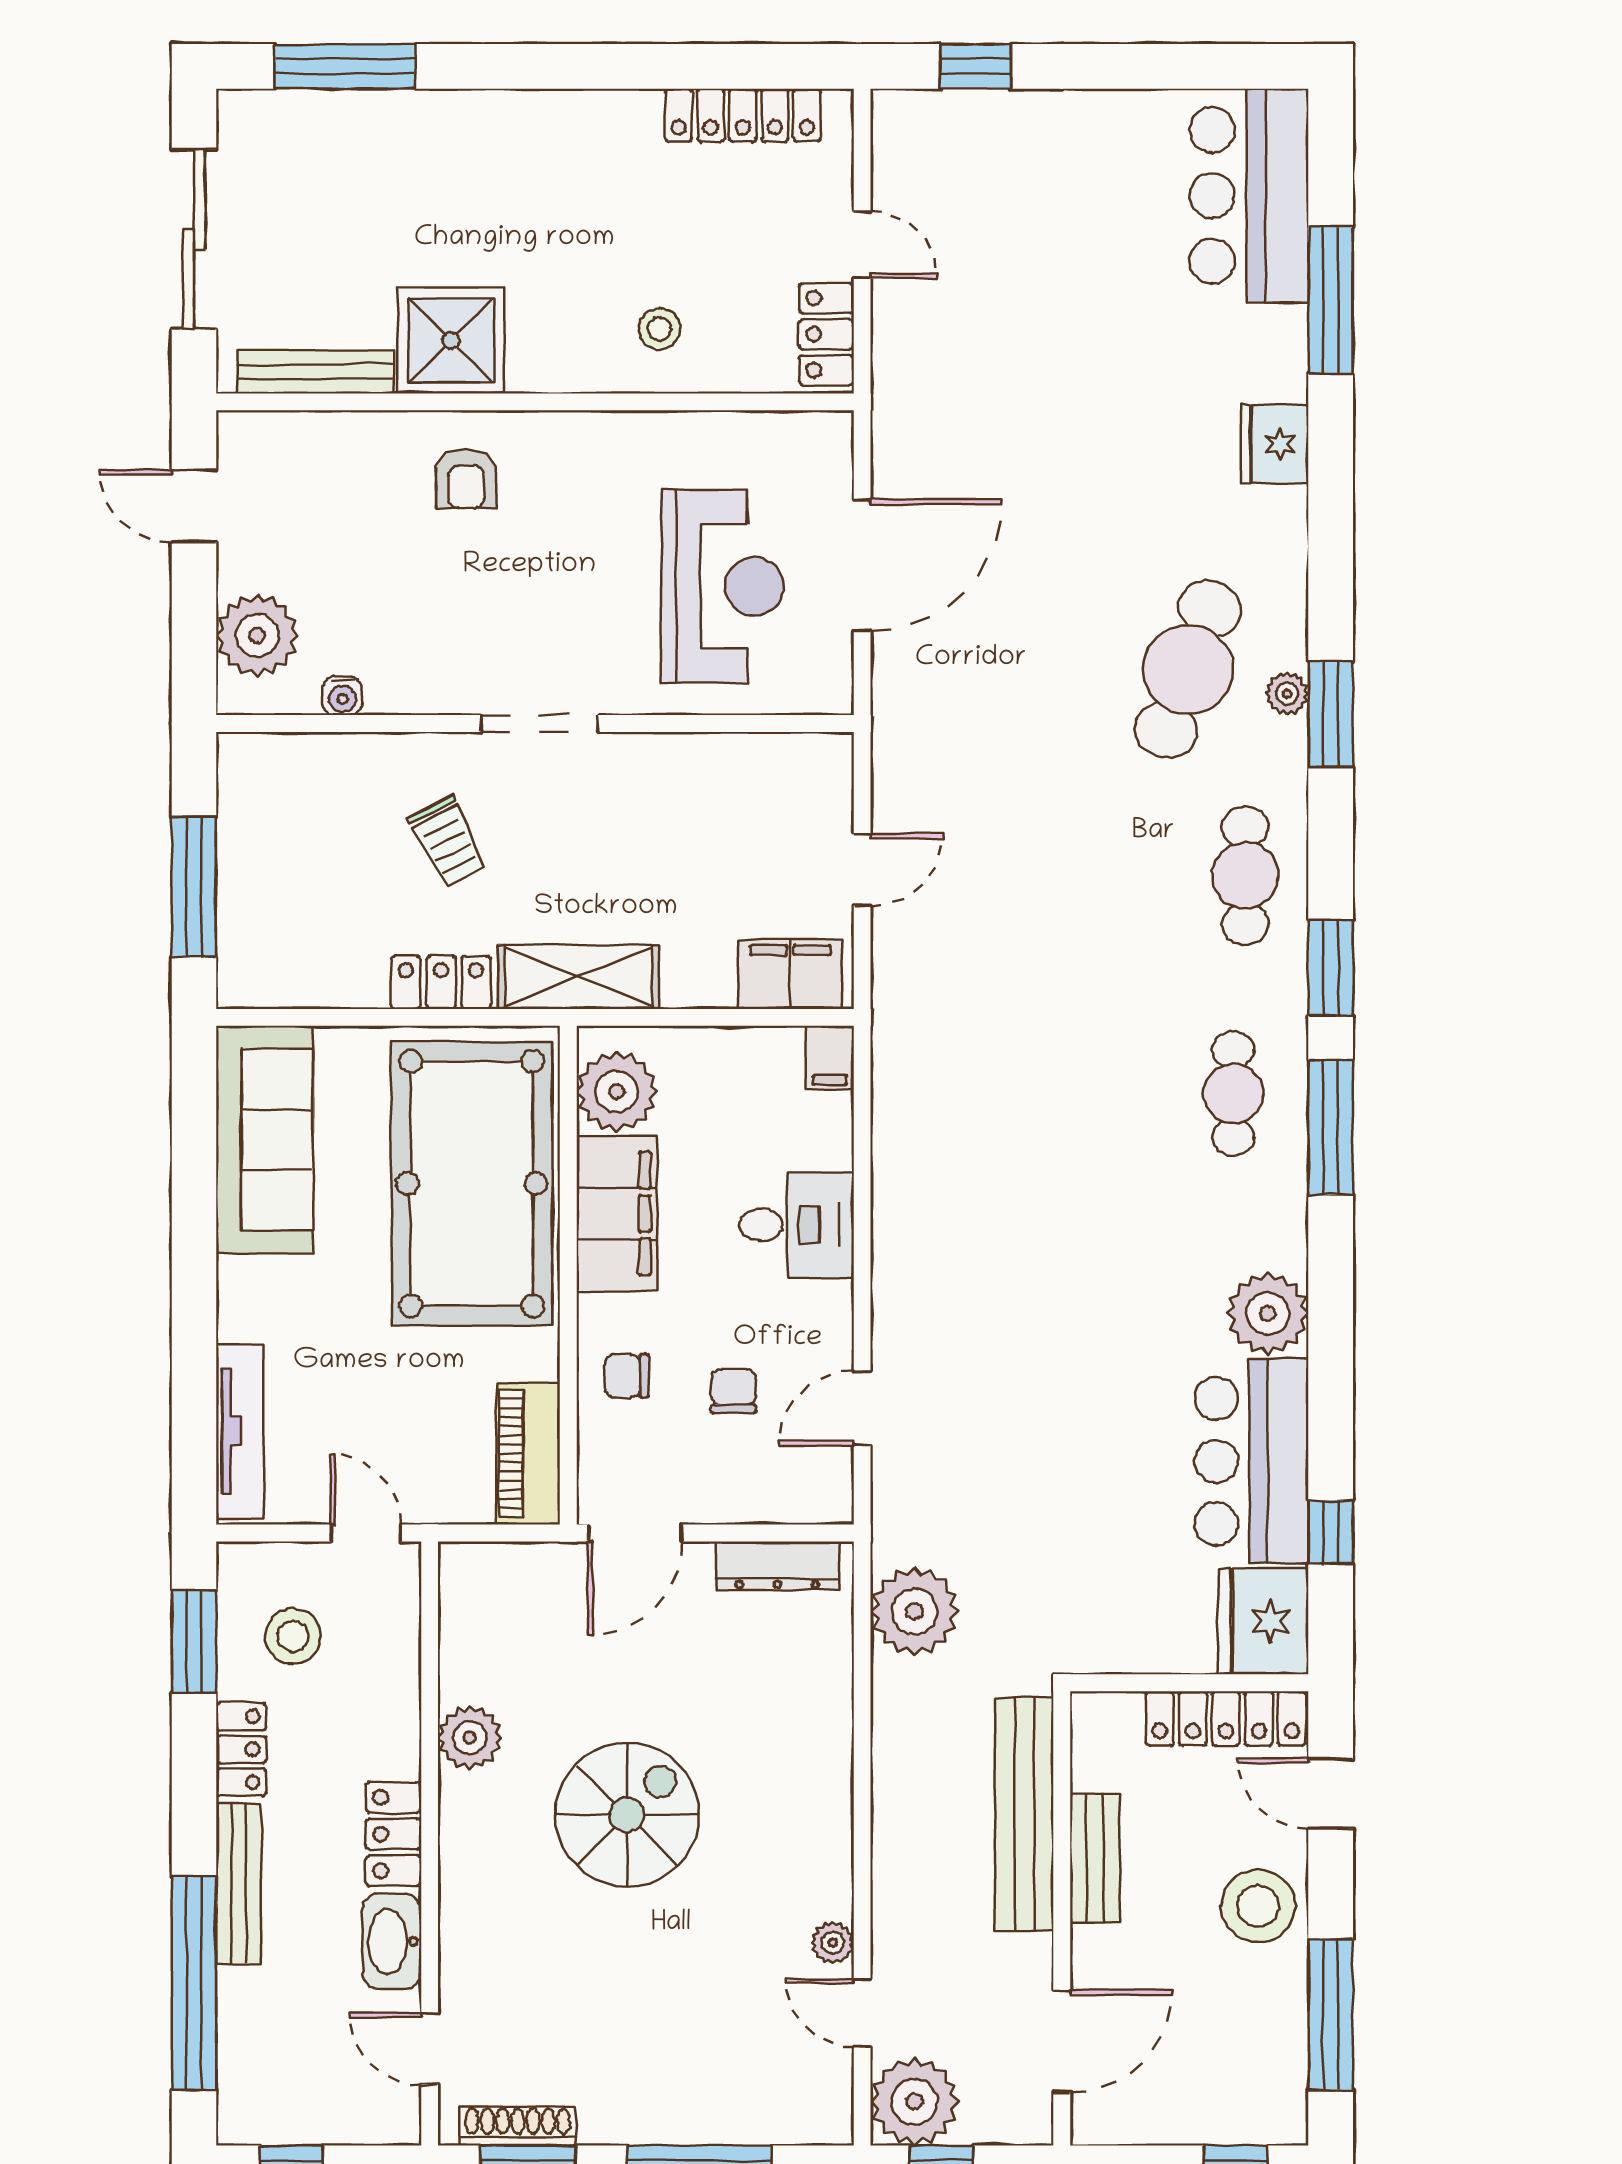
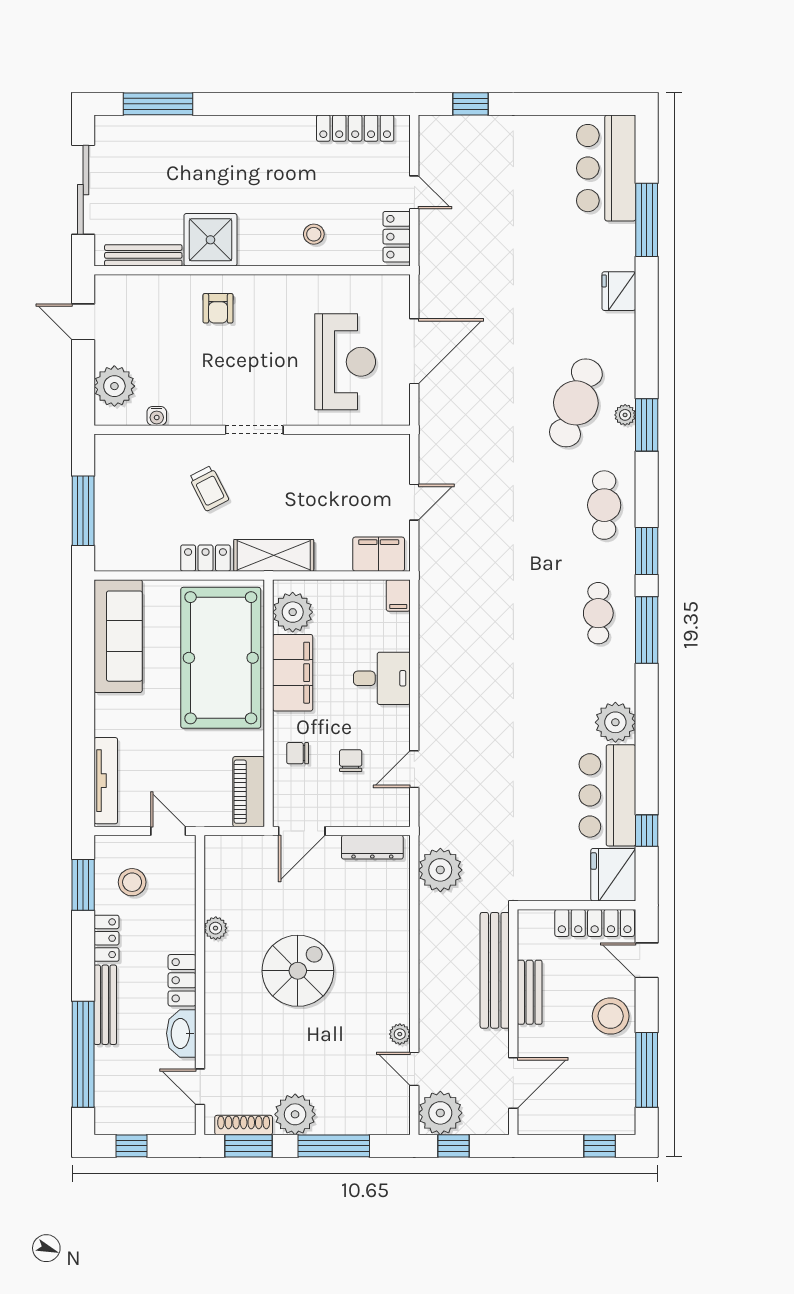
plant: (470, 1738) -> (216, 928), width x0.73, depth x0.73
plant: (622, 2105) -> (295, 1114), added

